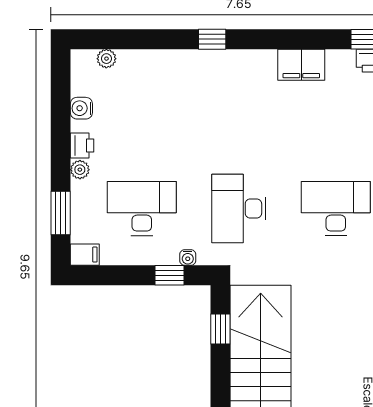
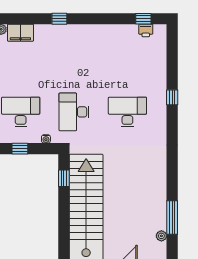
filing cabinet: (301, 65) -> (20, 33), moved
window: (169, 275) -> (20, 149), moved

